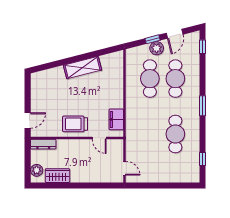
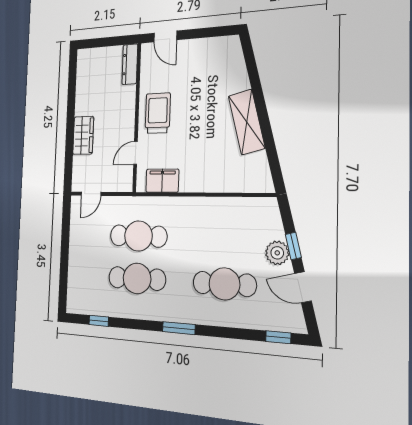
cafe table: (150, 79) -> (138, 236), moved
plant: (37, 170) -> (94, 57), removed
wardrobe: (57, 176) -> (83, 135), moved

